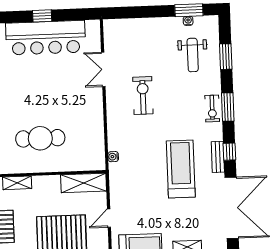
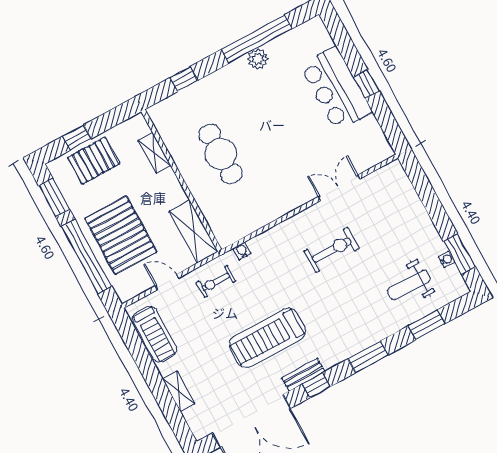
bar counter: (46, 38) -> (336, 89), width x0.73
exercise bike: (212, 109) -> (216, 282), moved
treadmill: (181, 169) -> (267, 338), turned 180

